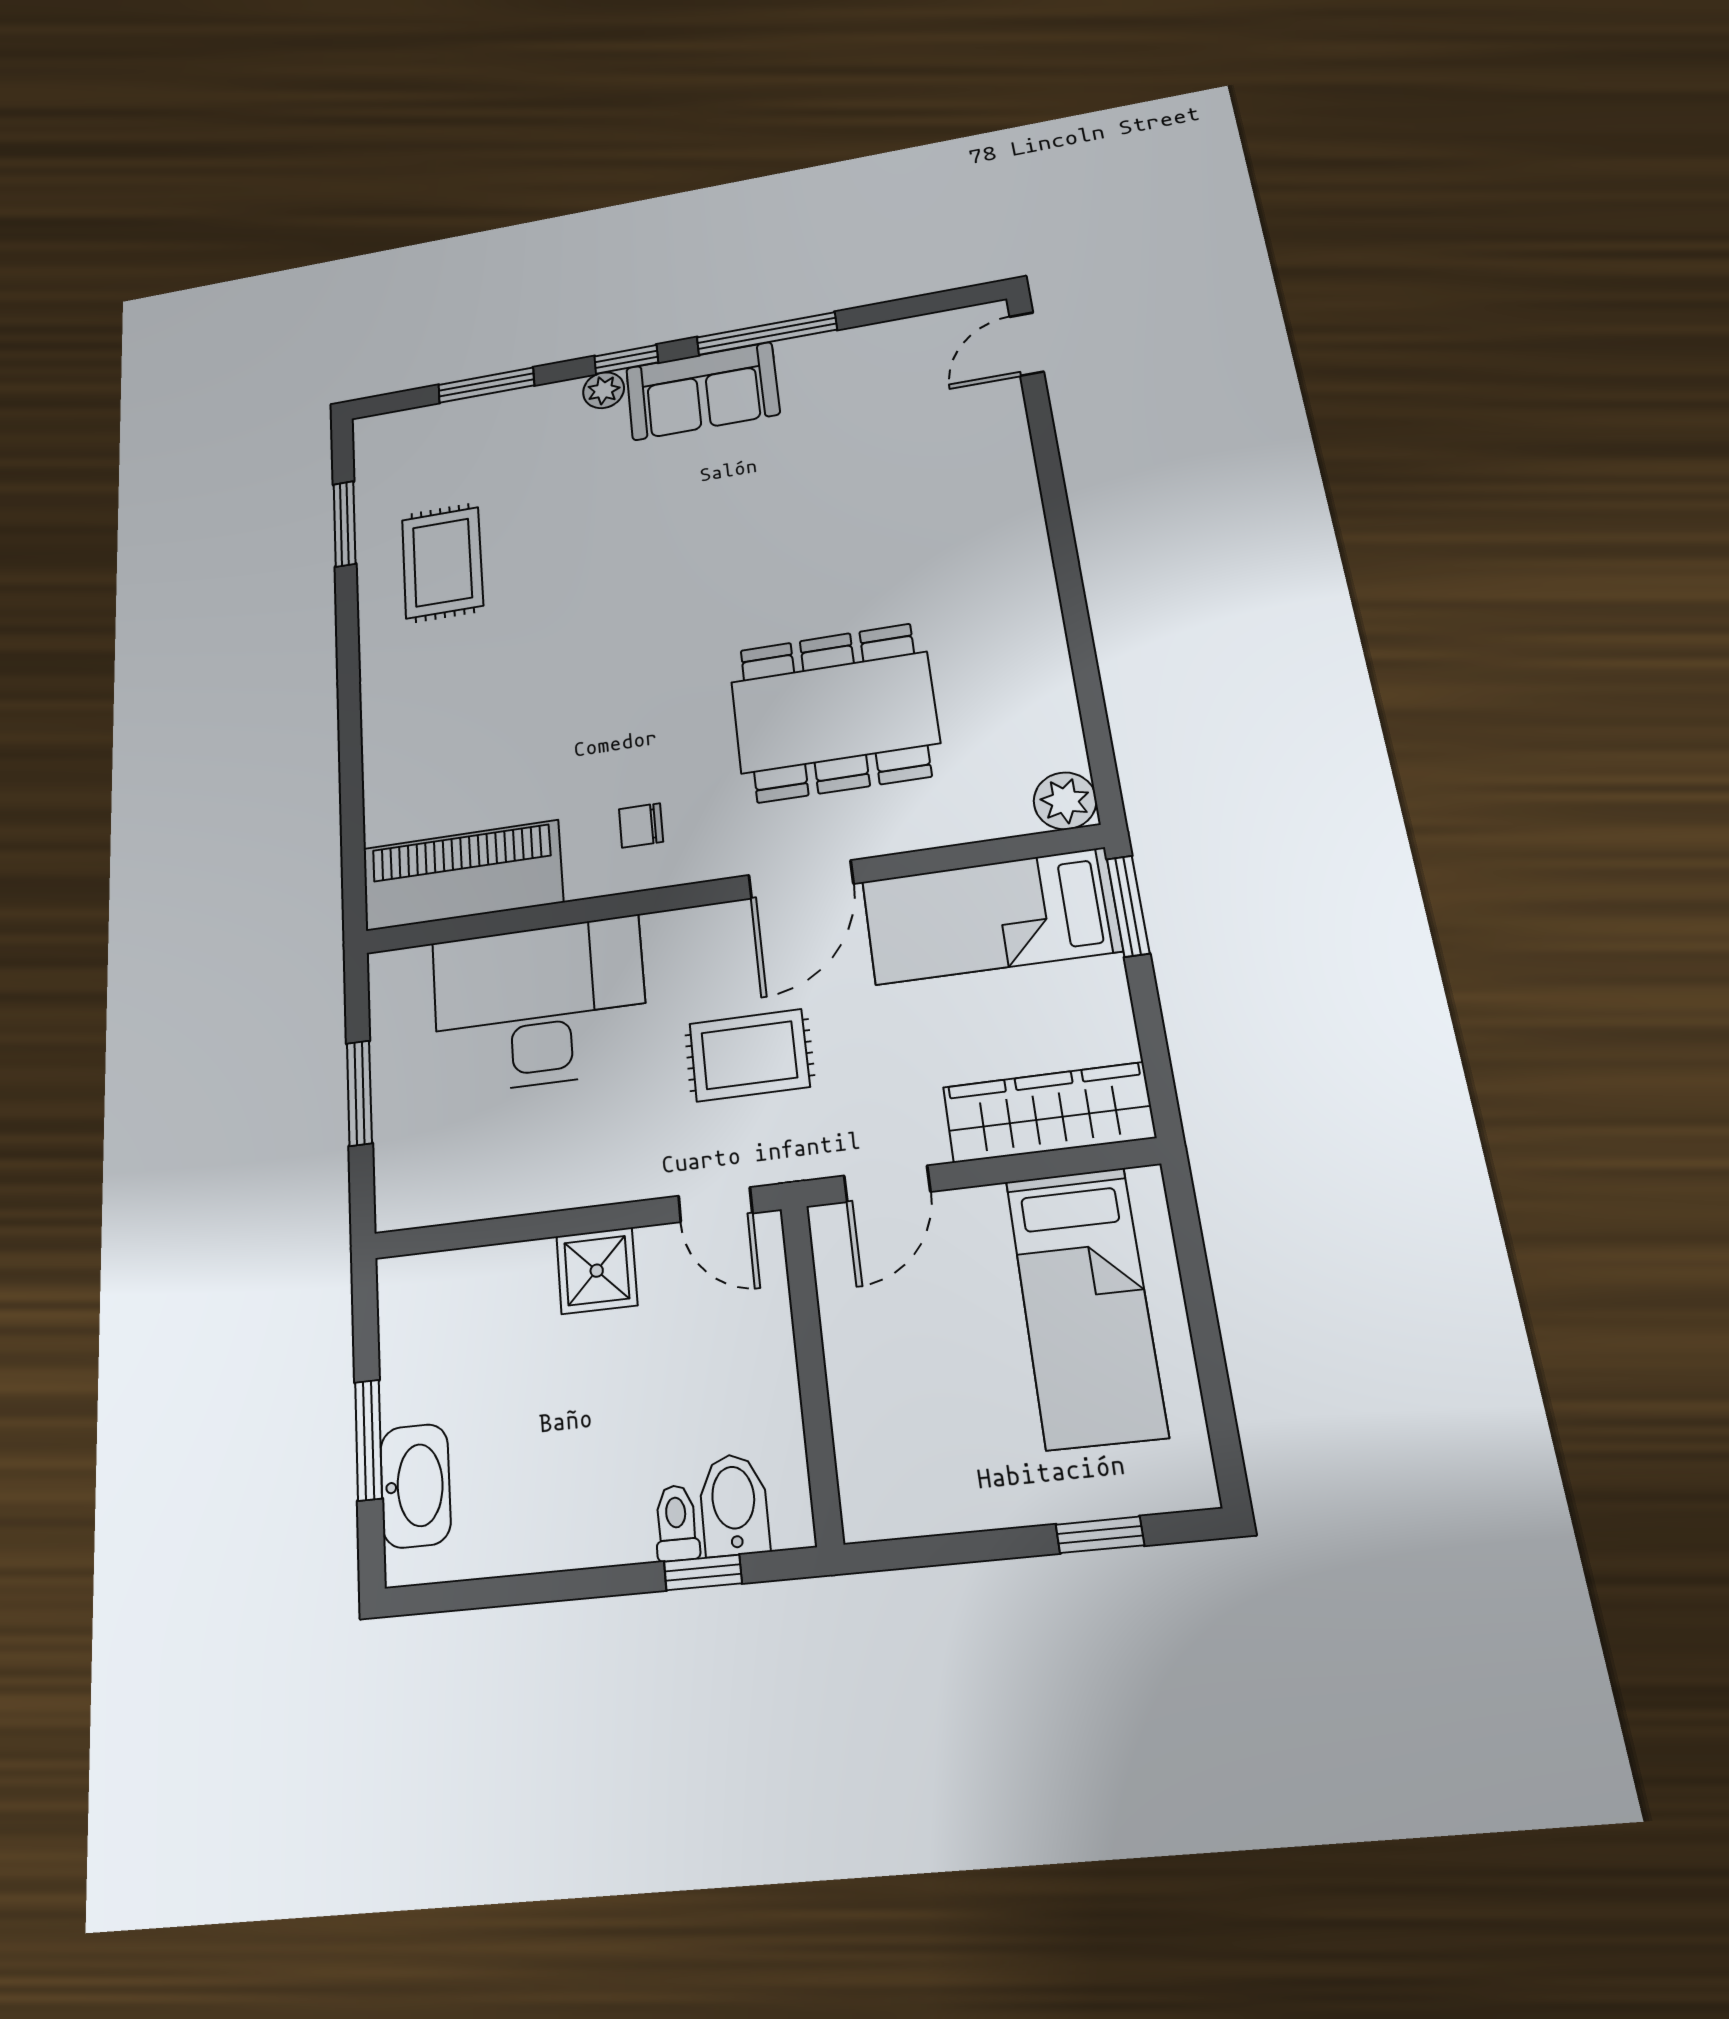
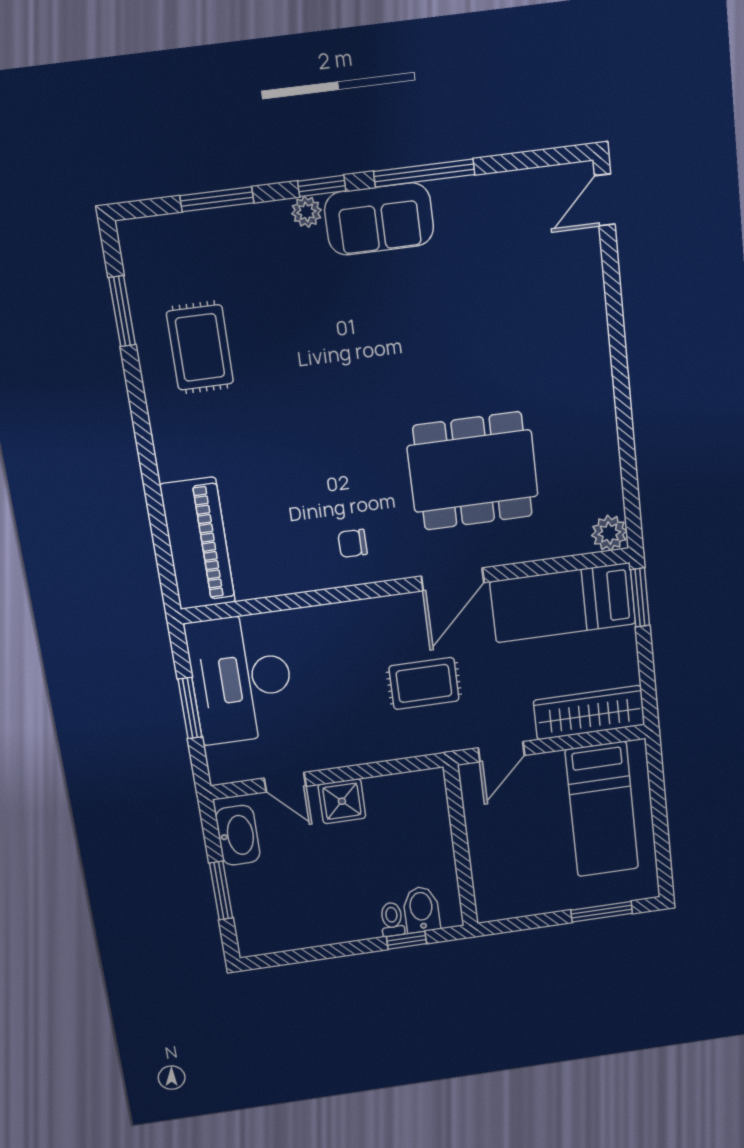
piano: (462, 875) -> (198, 544), moved, turned 90
desk: (539, 1005) -> (241, 679), moved, turned -90
door: (715, 1205) -> (285, 782), moved
washbasin: (415, 1486) -> (238, 835), moved
window: (1100, 1535) -> (602, 912), width x1.50

